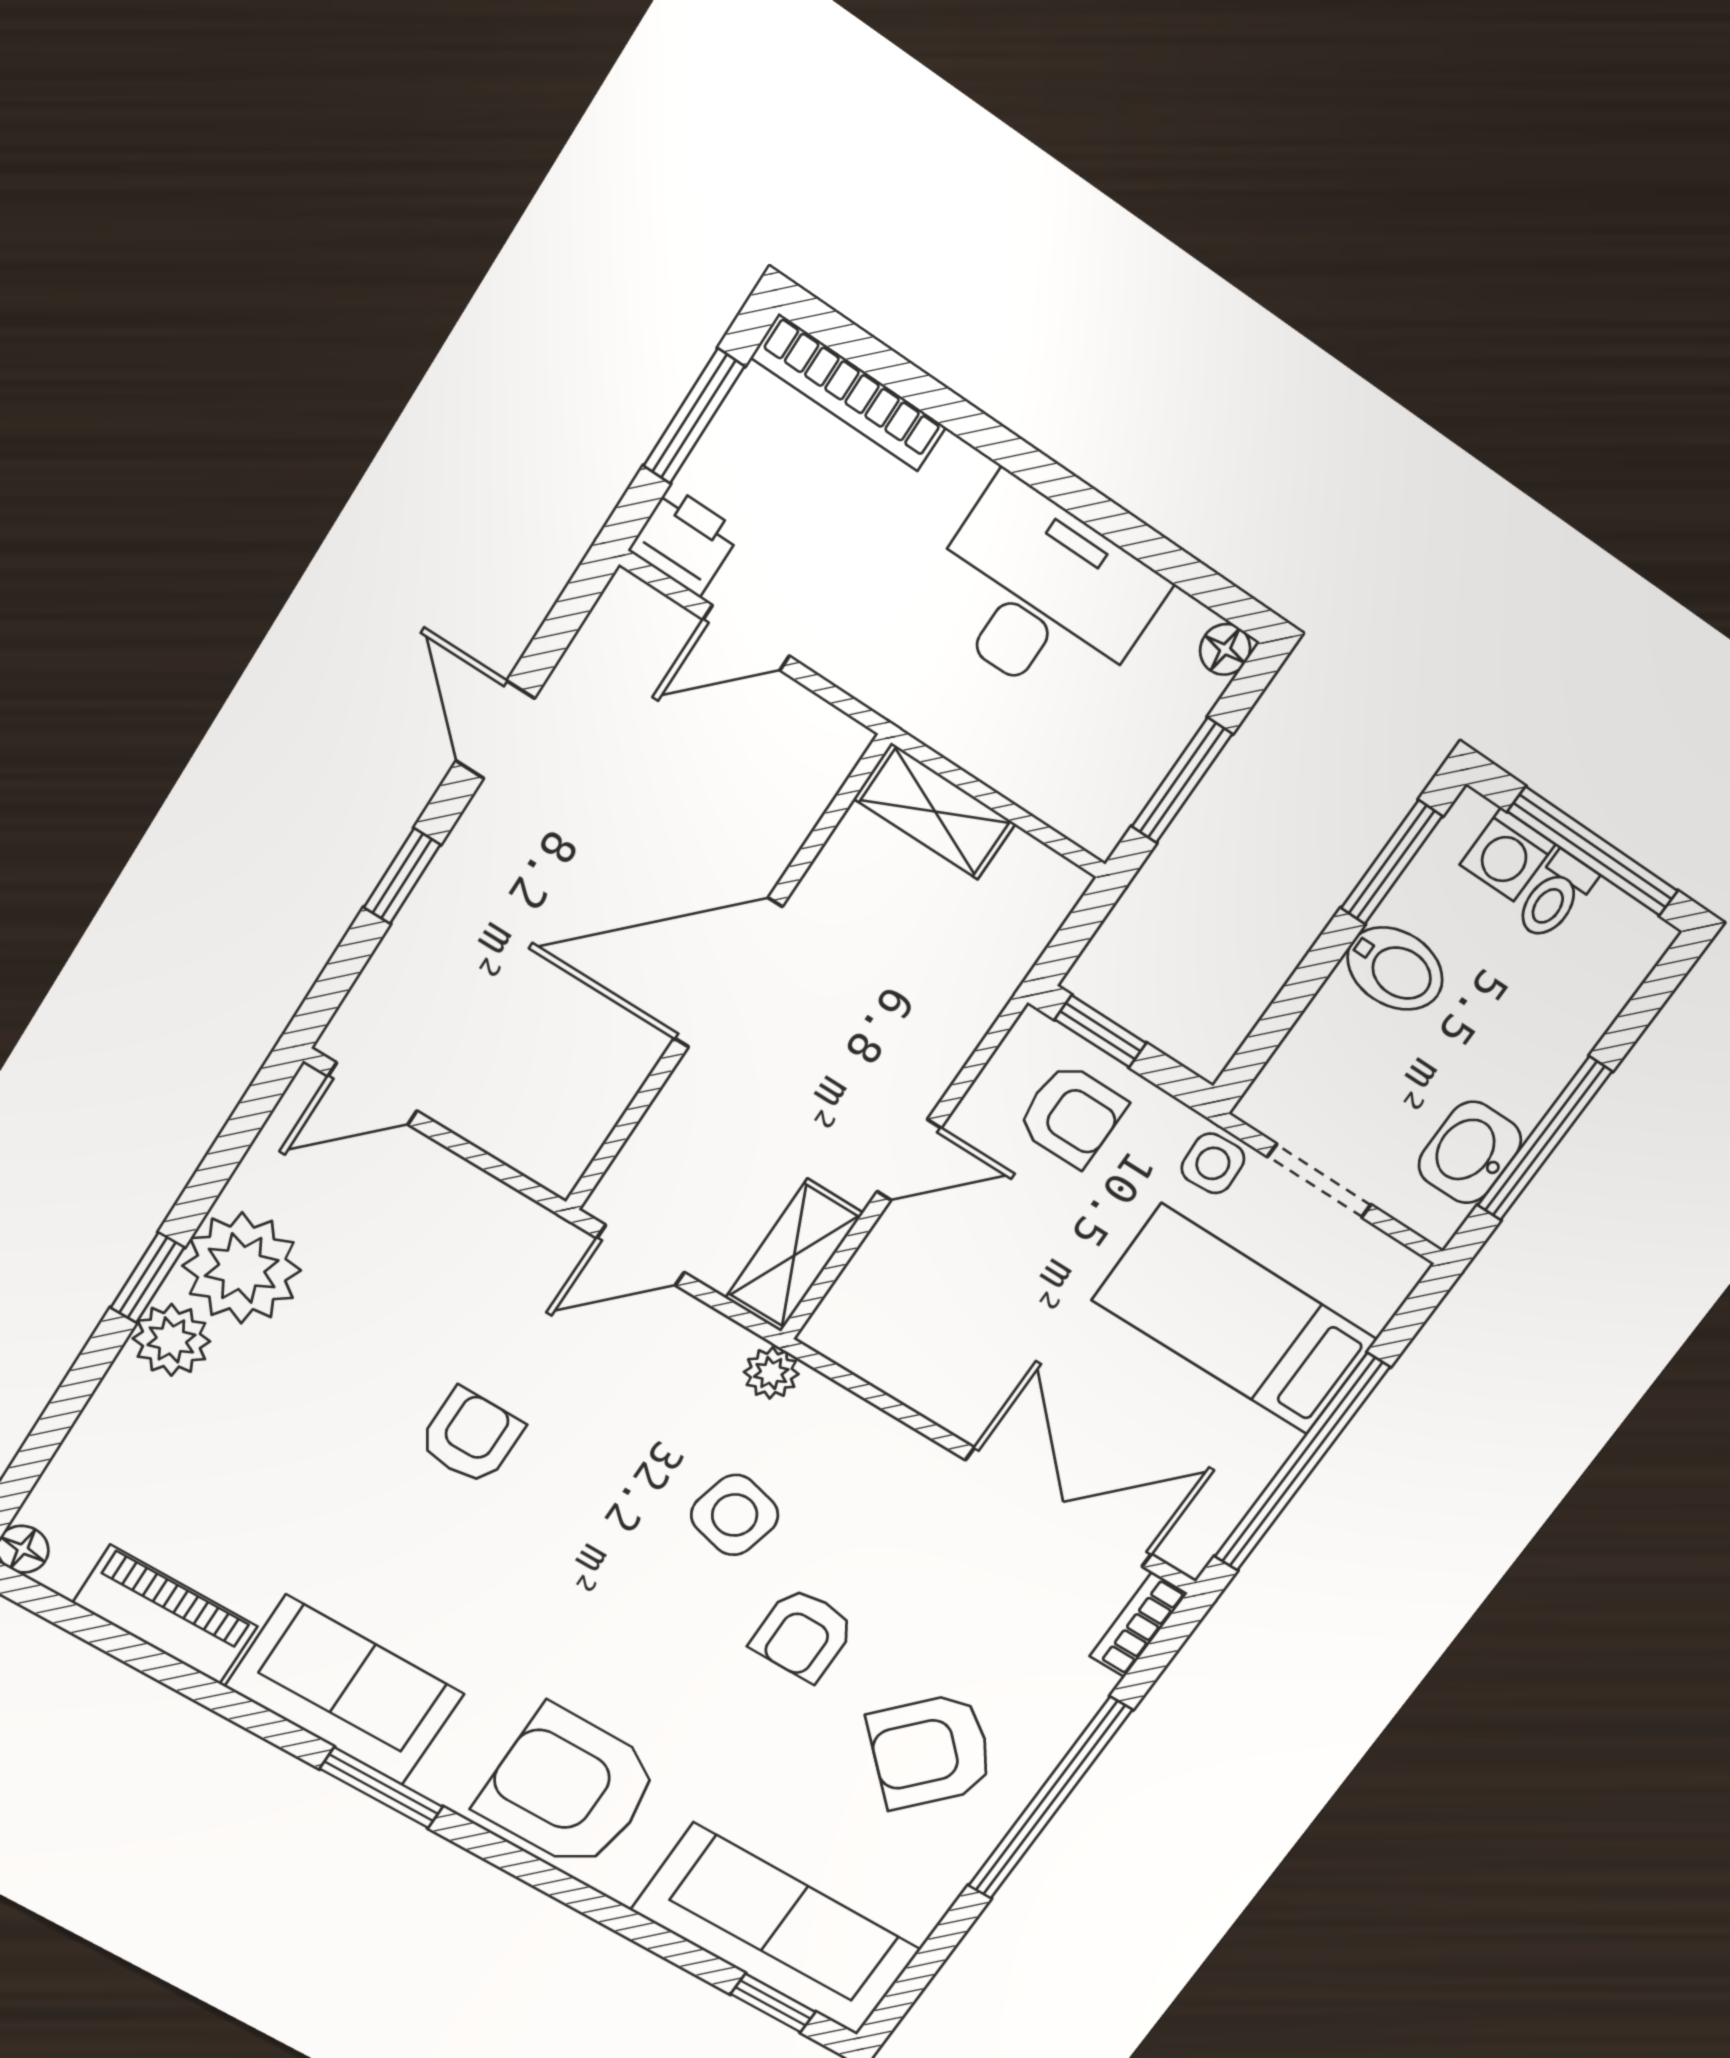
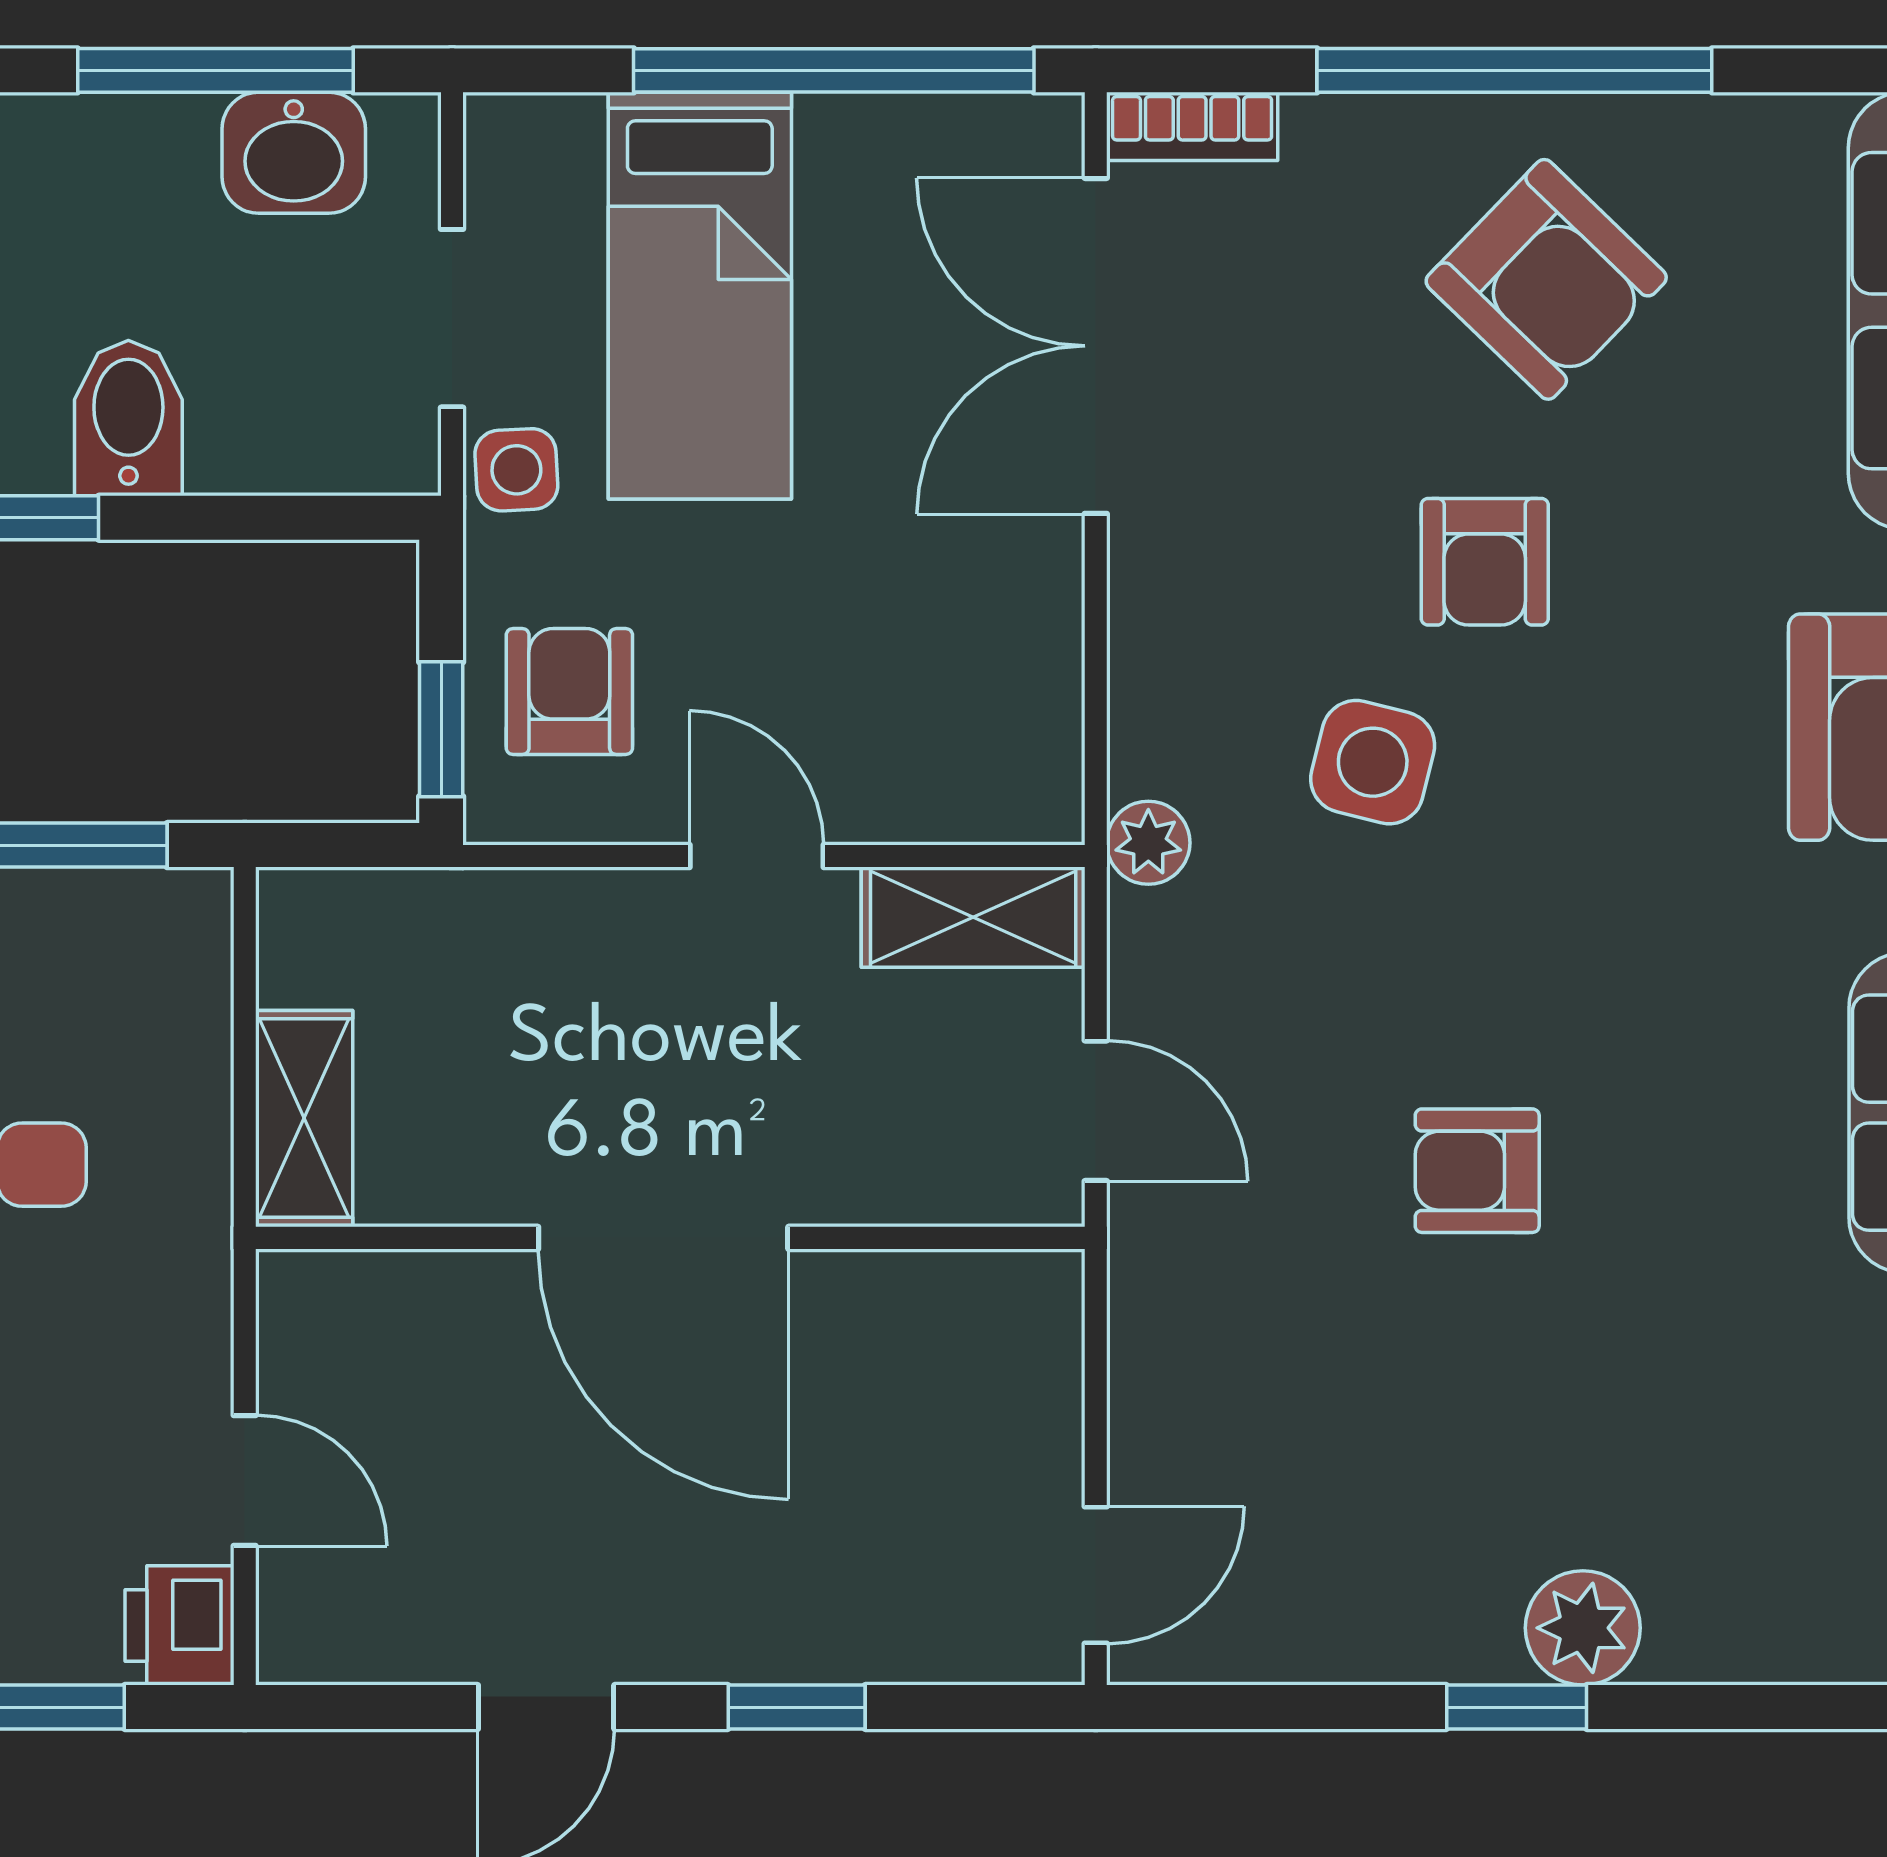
door: (372, 1094) -> (1096, 1575), hinge flipped
plant: (242, 1268) -> (1429, 1598), removed
armchair: (803, 1634) -> (1485, 562), turned 90

